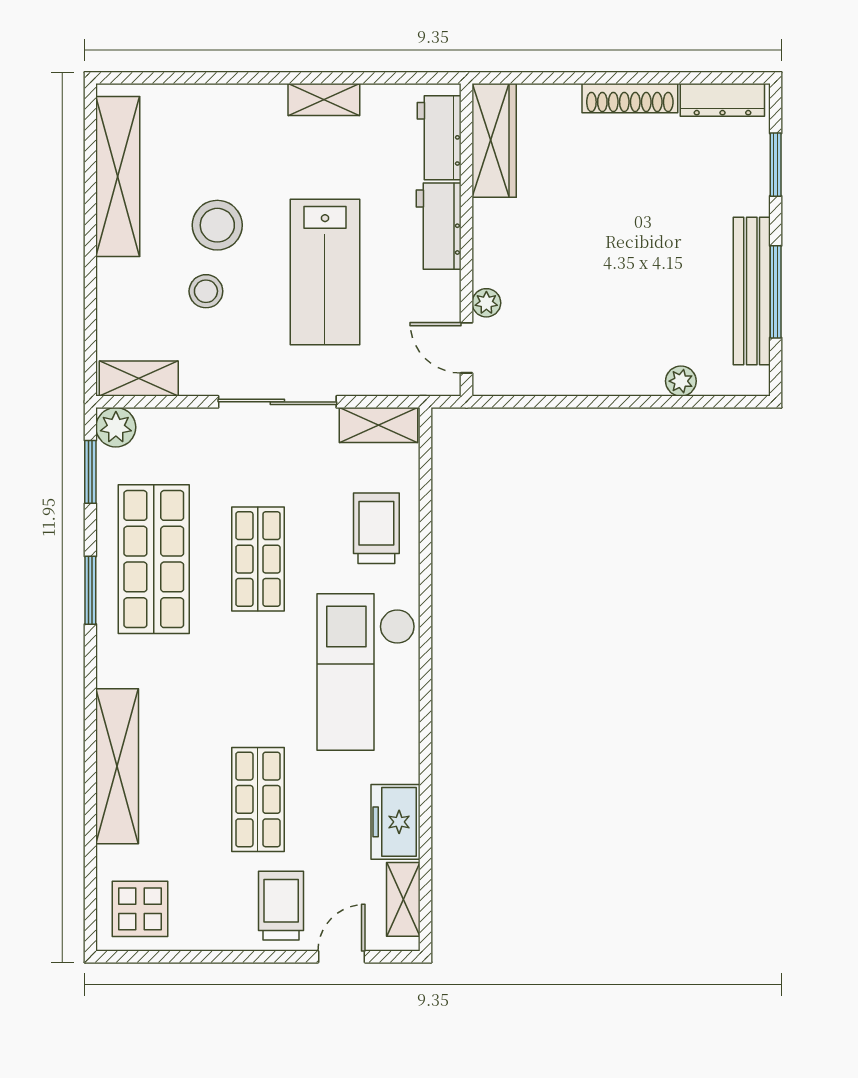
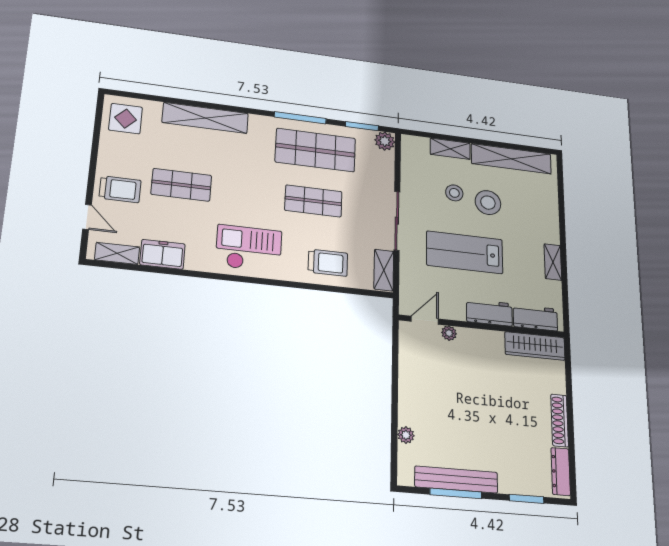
shelving: (139, 379) -> (450, 149), moved, turned 90
window: (90, 590) -> (300, 118), width x1.44
checkout: (366, 672) -> (249, 248), width x0.73, depth x0.83

